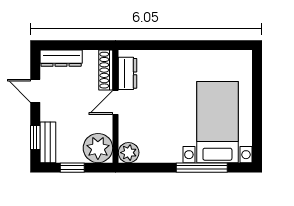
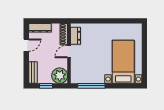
door: (35, 91) -> (26, 45), swing flipped
window: (35, 138) -> (26, 70), removed
plant: (129, 153) -> (76, 78), removed
window: (202, 168) -> (91, 86), moved

